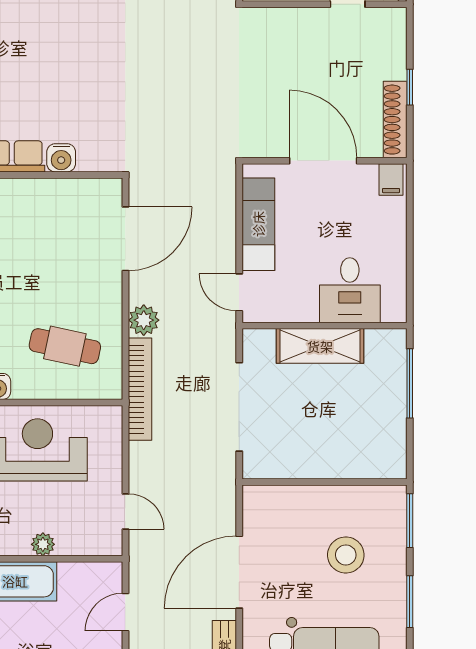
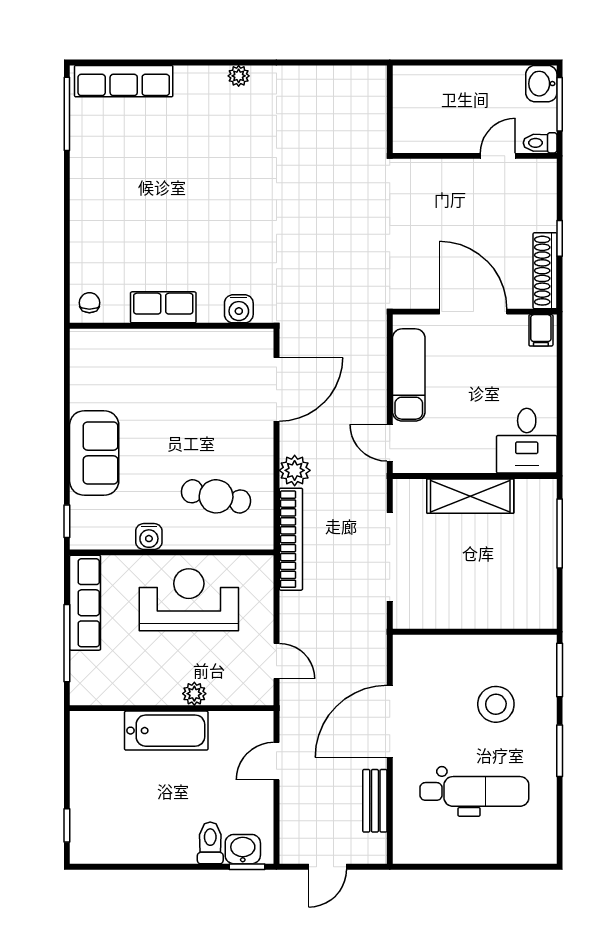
water cooler: (61, 158) -> (239, 309), moved
desk: (350, 290) -> (527, 441), moved

